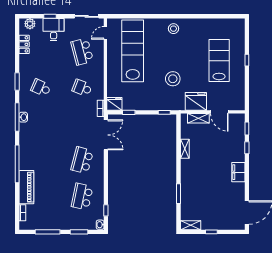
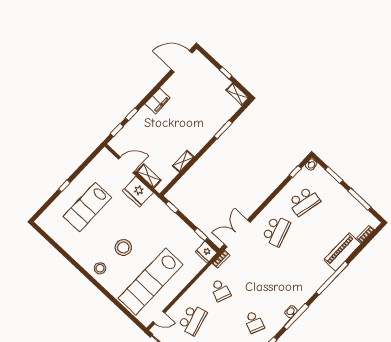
stool: (173, 79) -> (123, 248), moved
door: (219, 112) -> (127, 165), hinge flipped
school desk: (82, 160) -> (276, 231), turned -33

